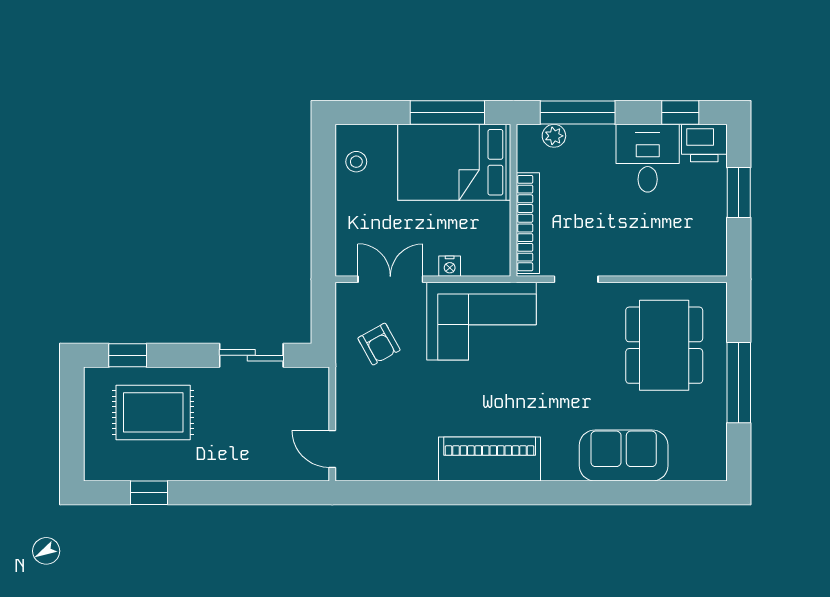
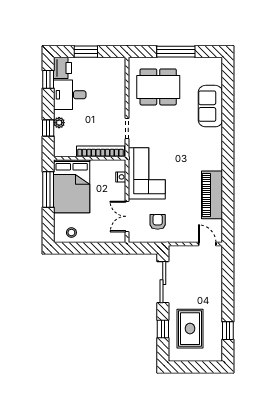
window: (578, 113) -> (48, 128), width x0.46
plant: (554, 136) -> (59, 123), moved
nightstand: (450, 266) -> (121, 177), moved
armchair: (379, 344) -> (158, 222), turned -61
window: (128, 355) -> (163, 329), moved
sliding door: (251, 355) -> (163, 282), width x1.37
door: (332, 449) -> (207, 244), swing flipped
piano: (490, 459) -> (212, 195), moved

